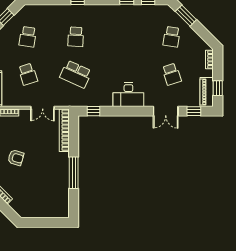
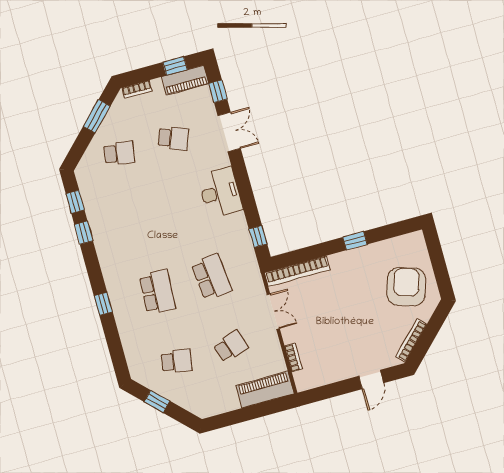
window: (186, 16) -> (97, 116), moved
school desk: (76, 37) -> (157, 292), width x1.85
school desk: (76, 74) -> (212, 277), turned -30
school desk: (172, 74) -> (173, 138), turned 39
armchair: (16, 158) -> (406, 287), moved, width x1.88, depth x1.88
window: (74, 173) -> (355, 241), width x0.46

